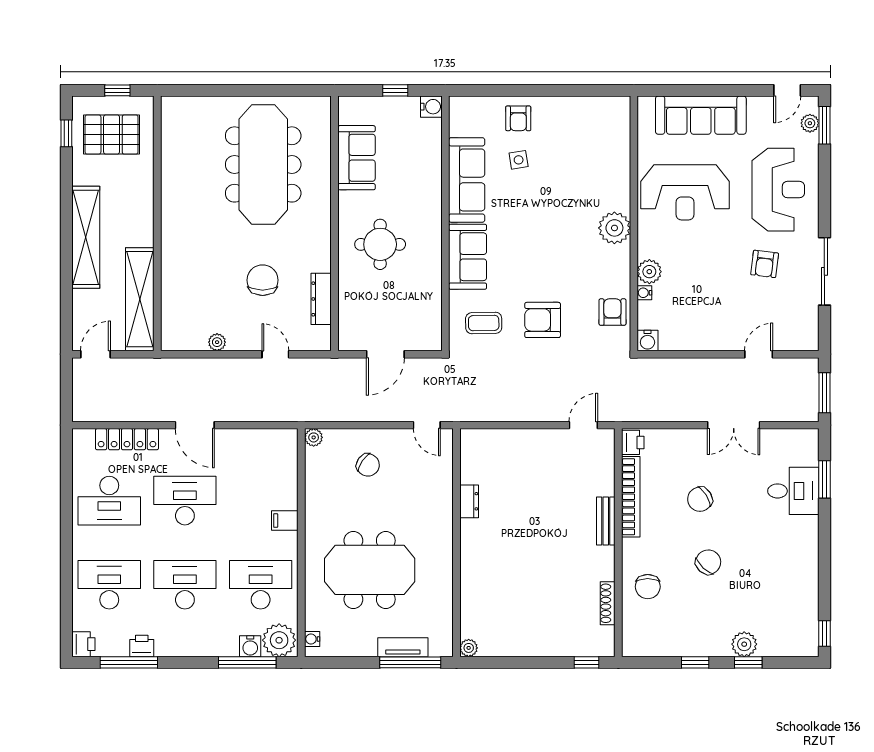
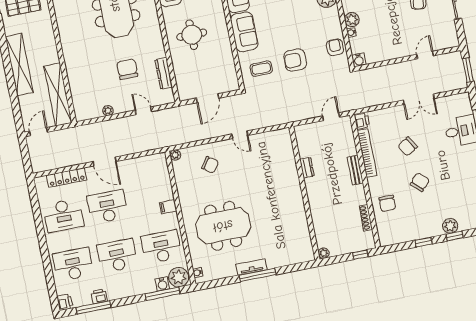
dresser: (469, 501) -> (307, 168), moved
wall: (456, 543) -> (304, 193), moved
plant: (469, 648) -> (324, 253), moved

